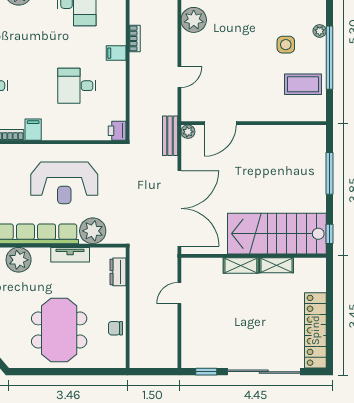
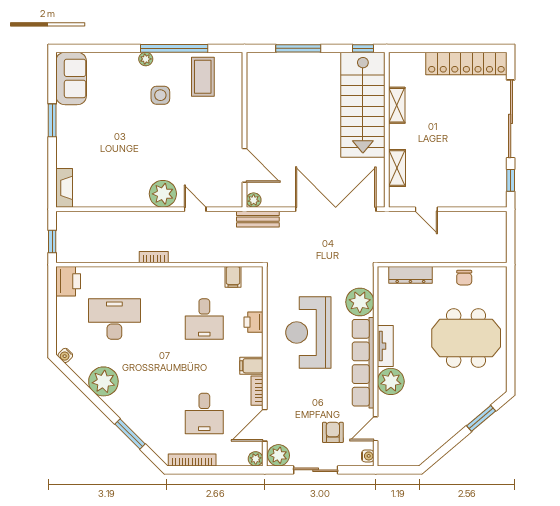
plant: (194, 20) -> (163, 194), moved
filing cabinet: (116, 53) -> (233, 277), moved
printer: (117, 131) -> (254, 322), moved, turned 90
reception desk: (64, 183) -> (308, 332), turned 180
tv unit: (70, 255) -> (385, 346), moved
shelving: (241, 266) -> (397, 168), moved
dresser: (118, 272) -> (410, 275), width x1.44

